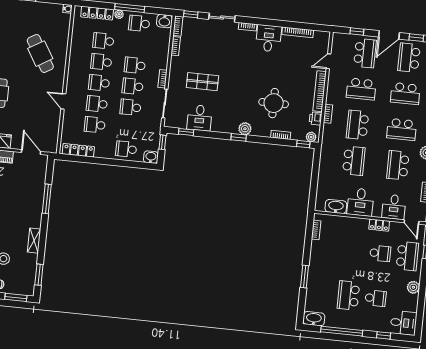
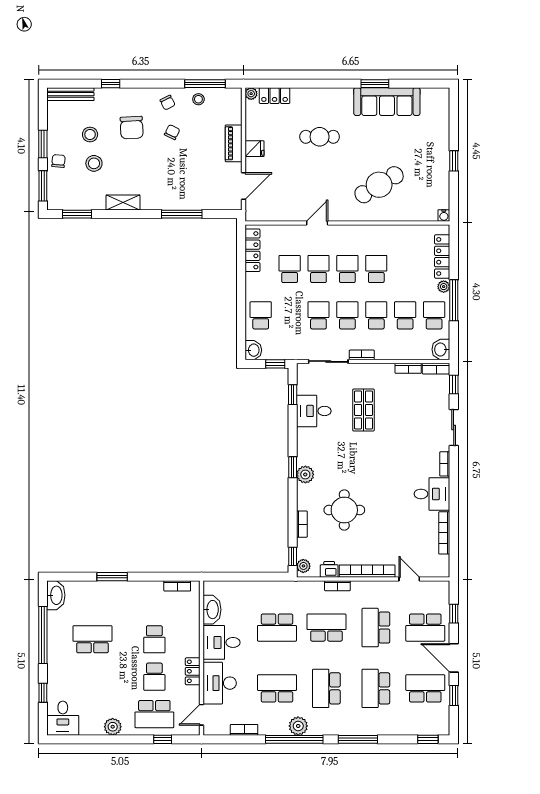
school desk: (103, 41) -> (405, 315), moved
desk: (394, 207) -> (220, 683), width x1.37
school desk: (376, 298) -> (154, 639), moved

